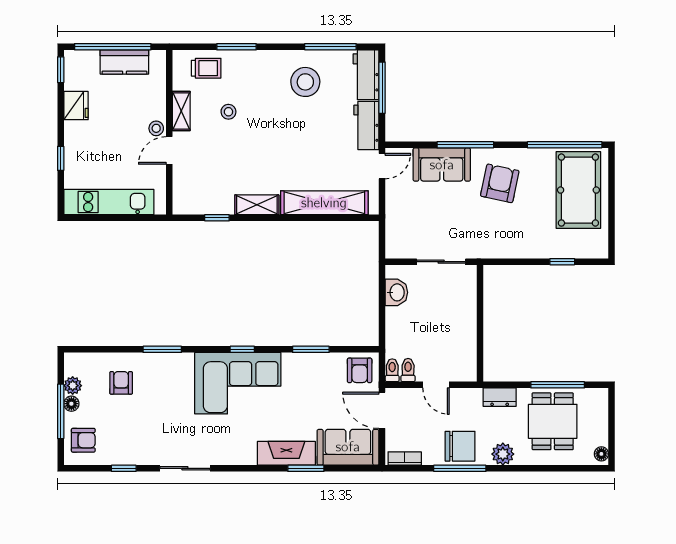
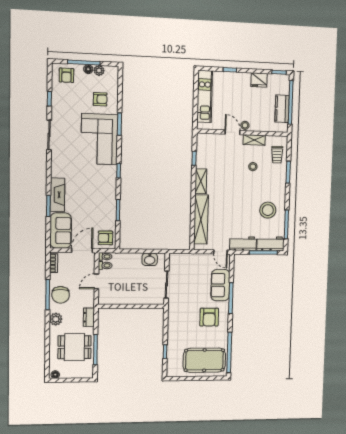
armchair: (500, 183) -> (209, 317), turned 78
corner sofa: (238, 383) -> (99, 139), moved

